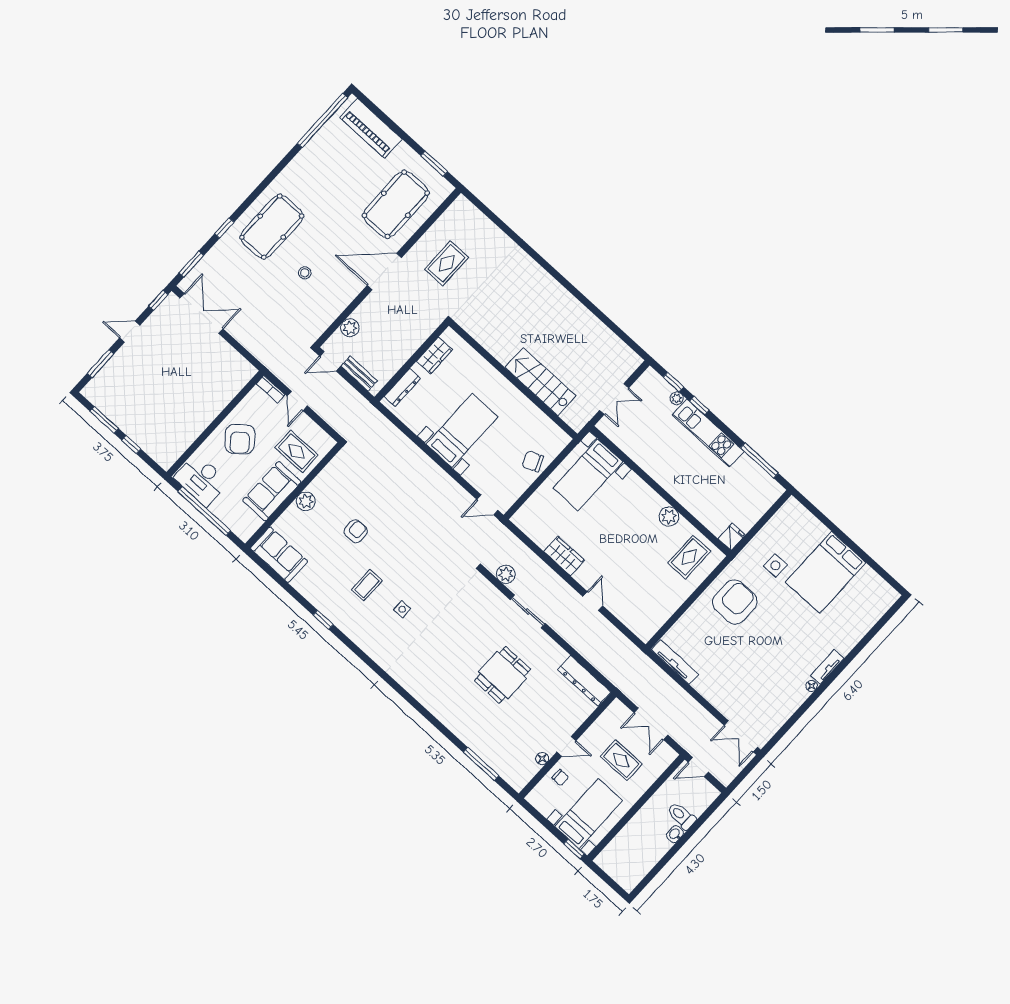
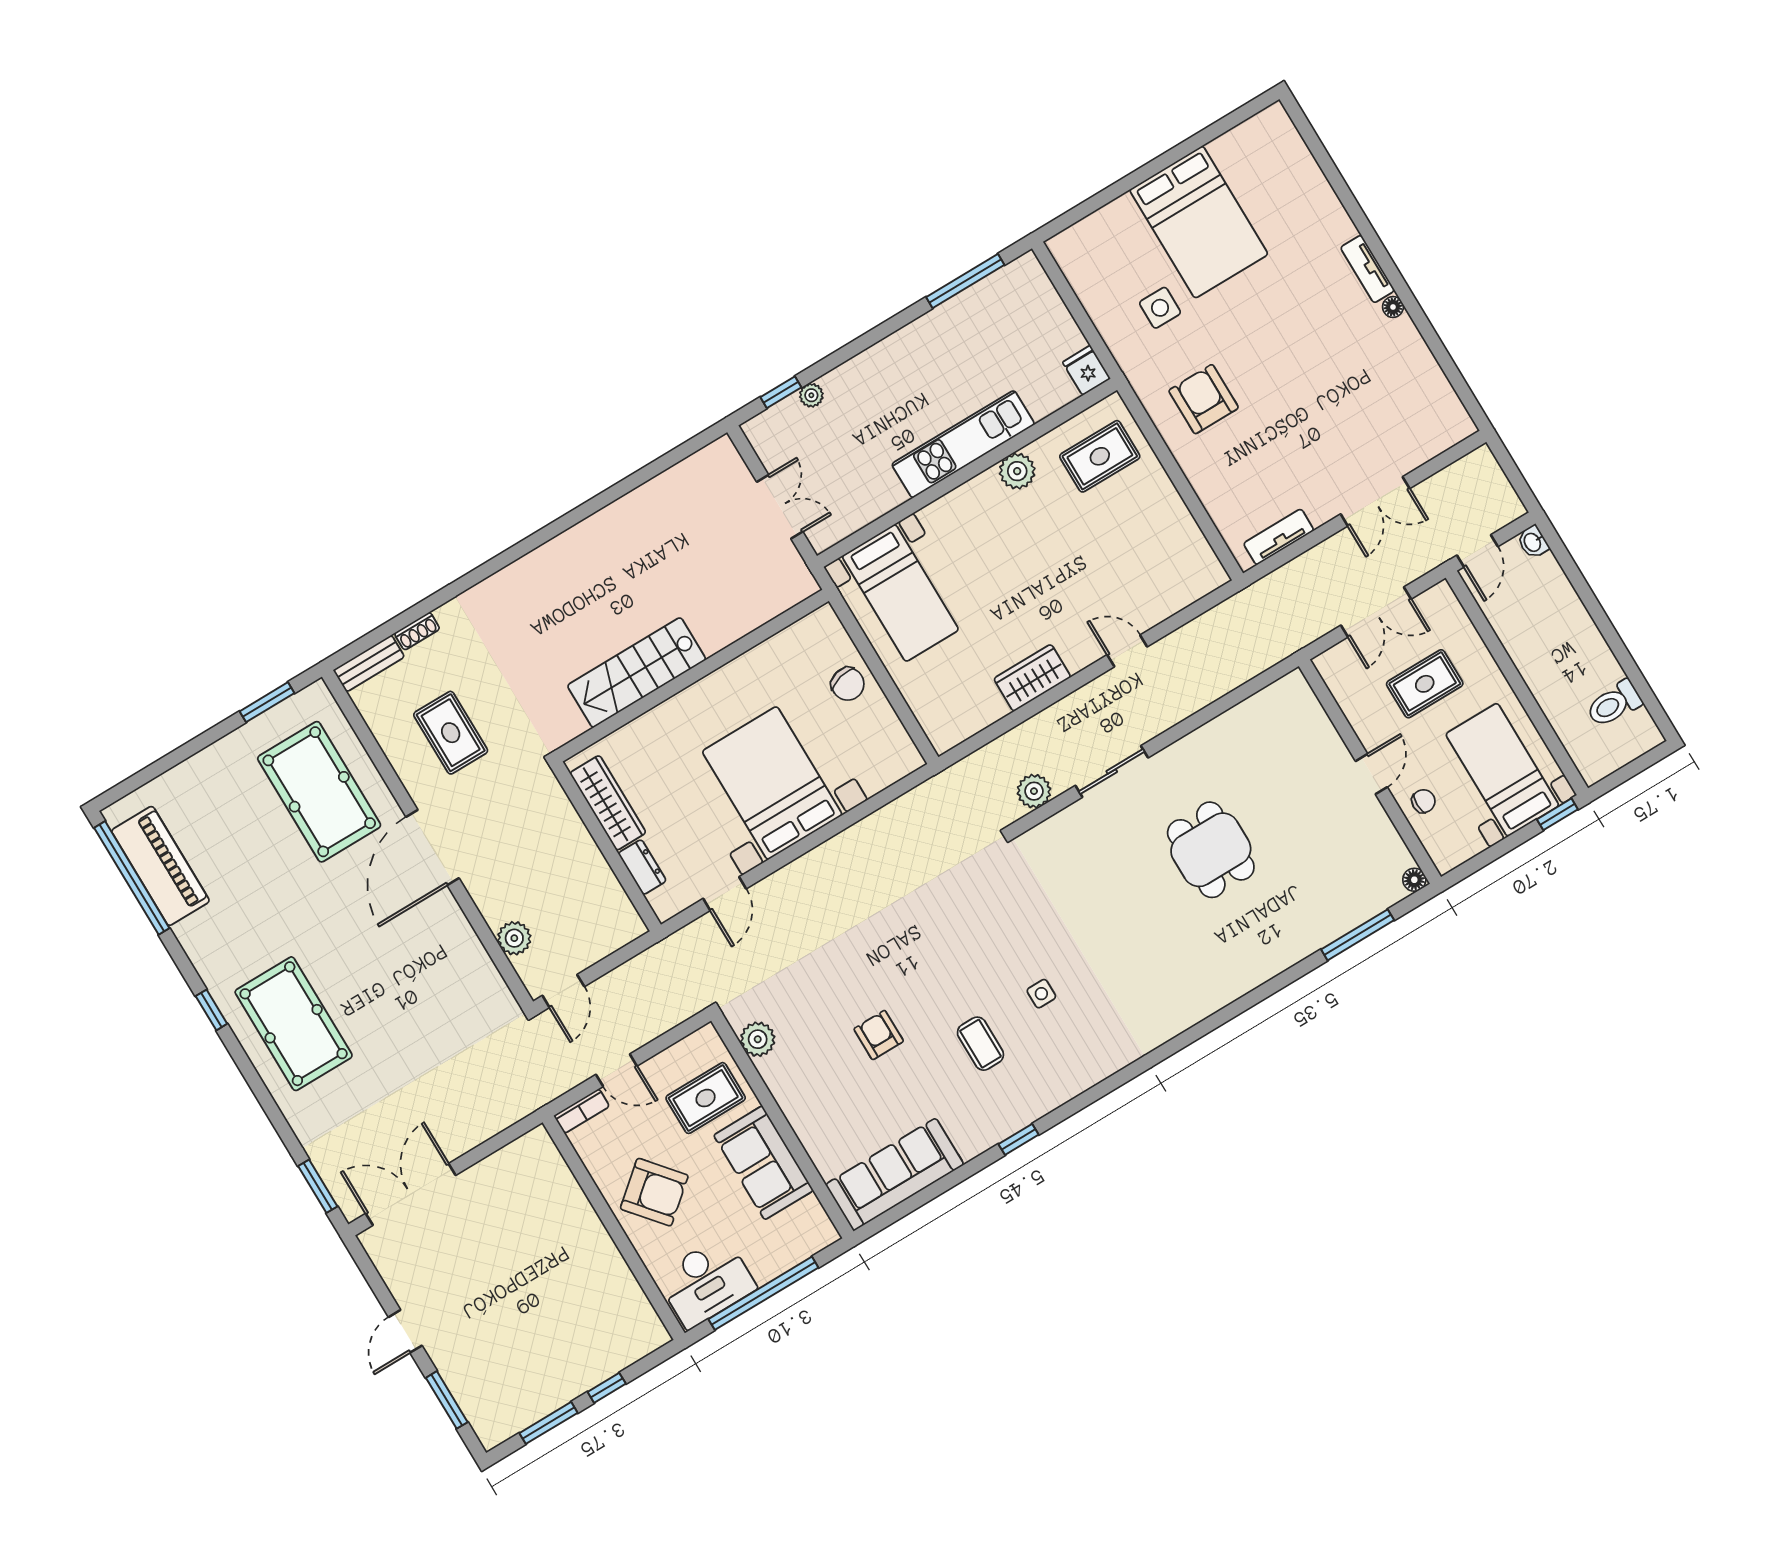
piano: (371, 128) -> (160, 866), moved, turned -90
window: (224, 228) -> (211, 1010), moved
shoe rack: (494, 230) -> (417, 631), added
stool: (305, 273) -> (393, 990), removed
window: (158, 300) -> (365, 1264), removed
wardrobe: (434, 356) -> (608, 803), width x1.50
bench: (359, 374) -> (369, 663), moved
stairs: (540, 382) -> (637, 673), moved
dresser: (402, 387) -> (642, 867), width x0.70
window: (699, 406) -> (836, 359), removed
bed with nightstands: (462, 430) -> (772, 783), width x1.36
kitchen unit: (708, 433) -> (963, 444), moved, turned 180
chair: (533, 461) -> (848, 684), turned -81
plant: (306, 501) -> (758, 1039), moved
door: (487, 505) -> (725, 894), moved
sofa: (279, 555) -> (895, 1175), width x1.36
rug: (689, 557) -> (1100, 456), turned 90
armchair: (735, 602) -> (1204, 399), width x0.73, depth x0.73
tv unit: (675, 662) -> (1279, 537), width x0.71
dresser: (584, 681) -> (1264, 708), removed
double door: (741, 736) -> (1375, 501), moved
floor lamp: (542, 759) -> (1414, 880), moved
toilet: (681, 816) -> (1614, 704), moved
washbasin: (675, 834) -> (1533, 542), moved

